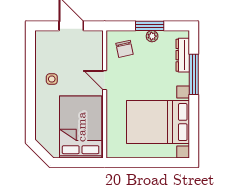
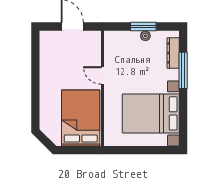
chair: (125, 49) -> (121, 47), removed
side table: (52, 79) -> (55, 75), removed

